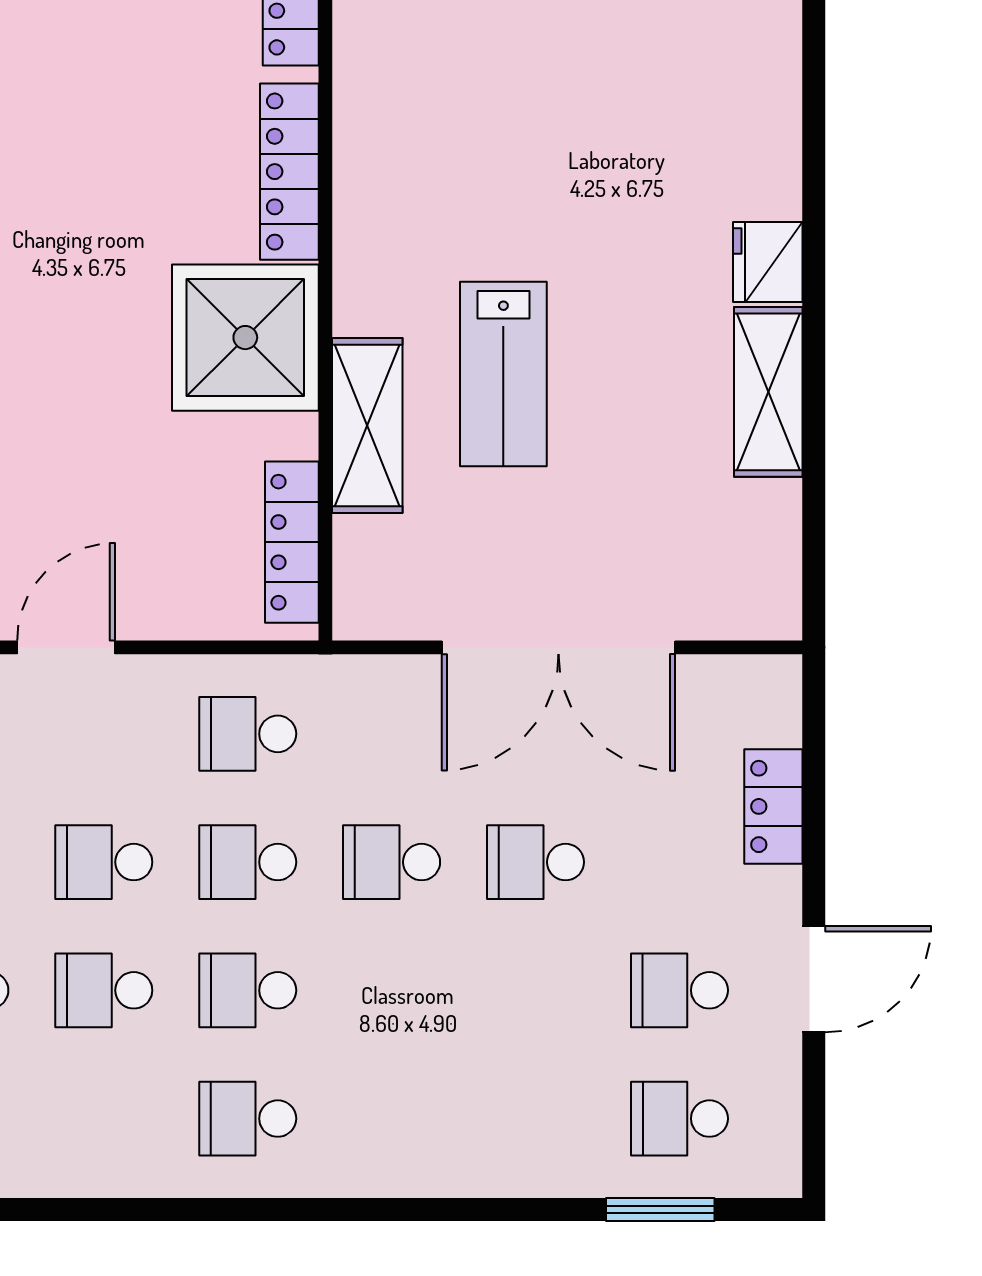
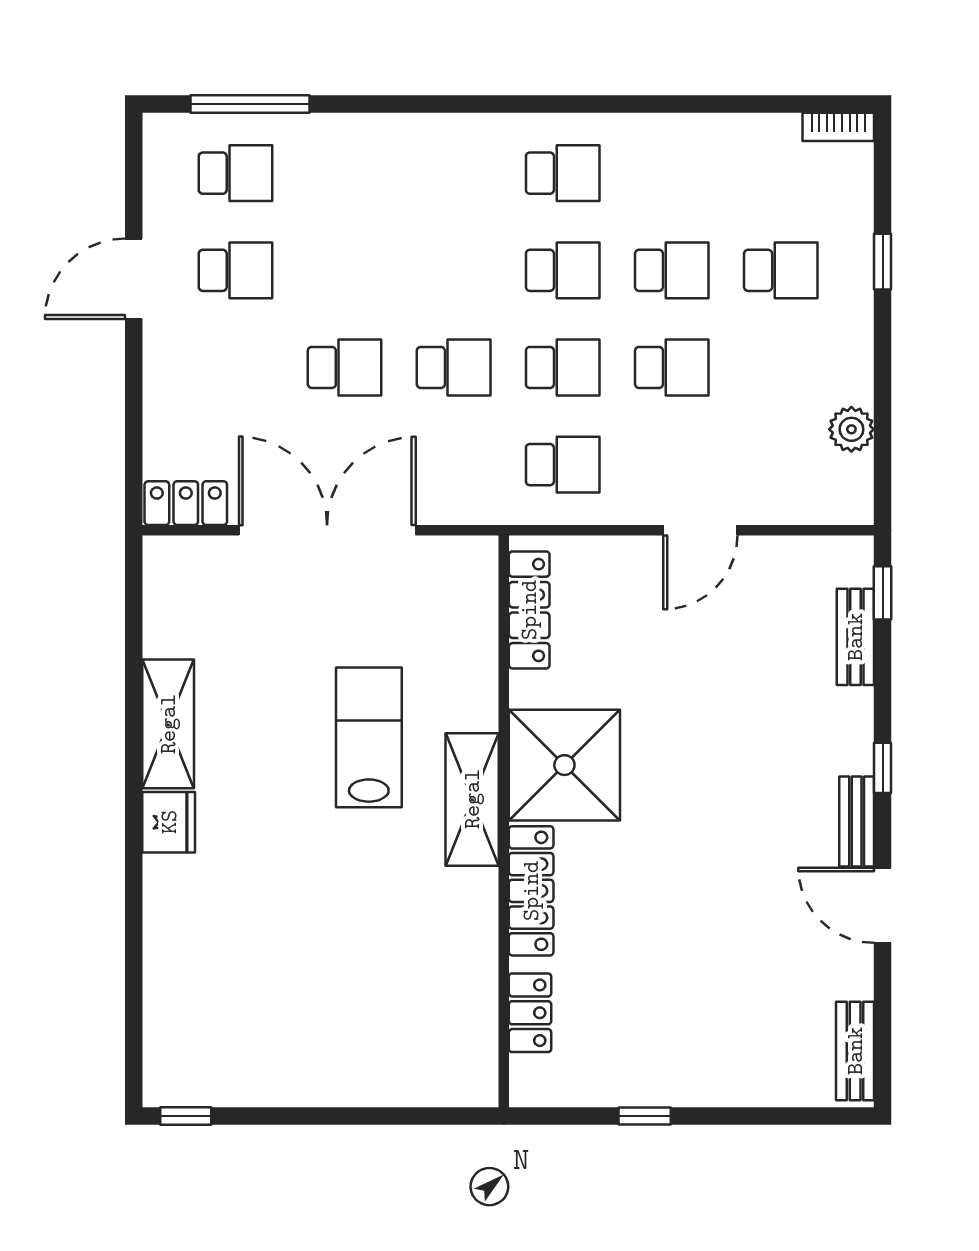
shelving: (367, 426) -> (472, 799), moved
locker: (773, 806) -> (186, 503), moved, turned -90
window: (660, 1210) -> (250, 104), width x1.44

